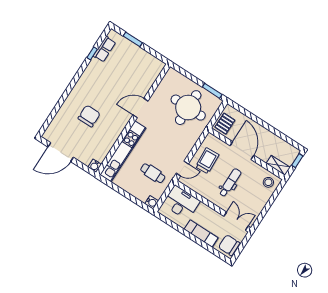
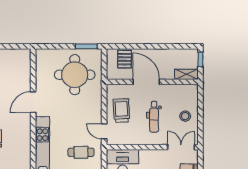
pallet: (225, 124) -> (125, 59), moved
door: (182, 169) -> (104, 131), swing flipped
stool: (268, 182) -> (185, 116), moved
dental chair: (230, 183) -> (154, 117), turned 180

